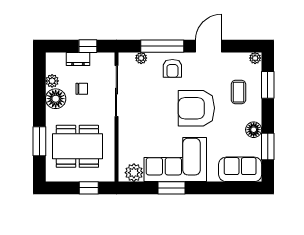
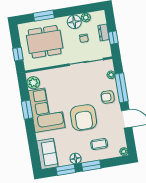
window: (268, 85) -> (91, 166), moved
armchair: (196, 108) -> (83, 118), turned 180
dining table: (77, 146) -> (45, 42), turned 90

